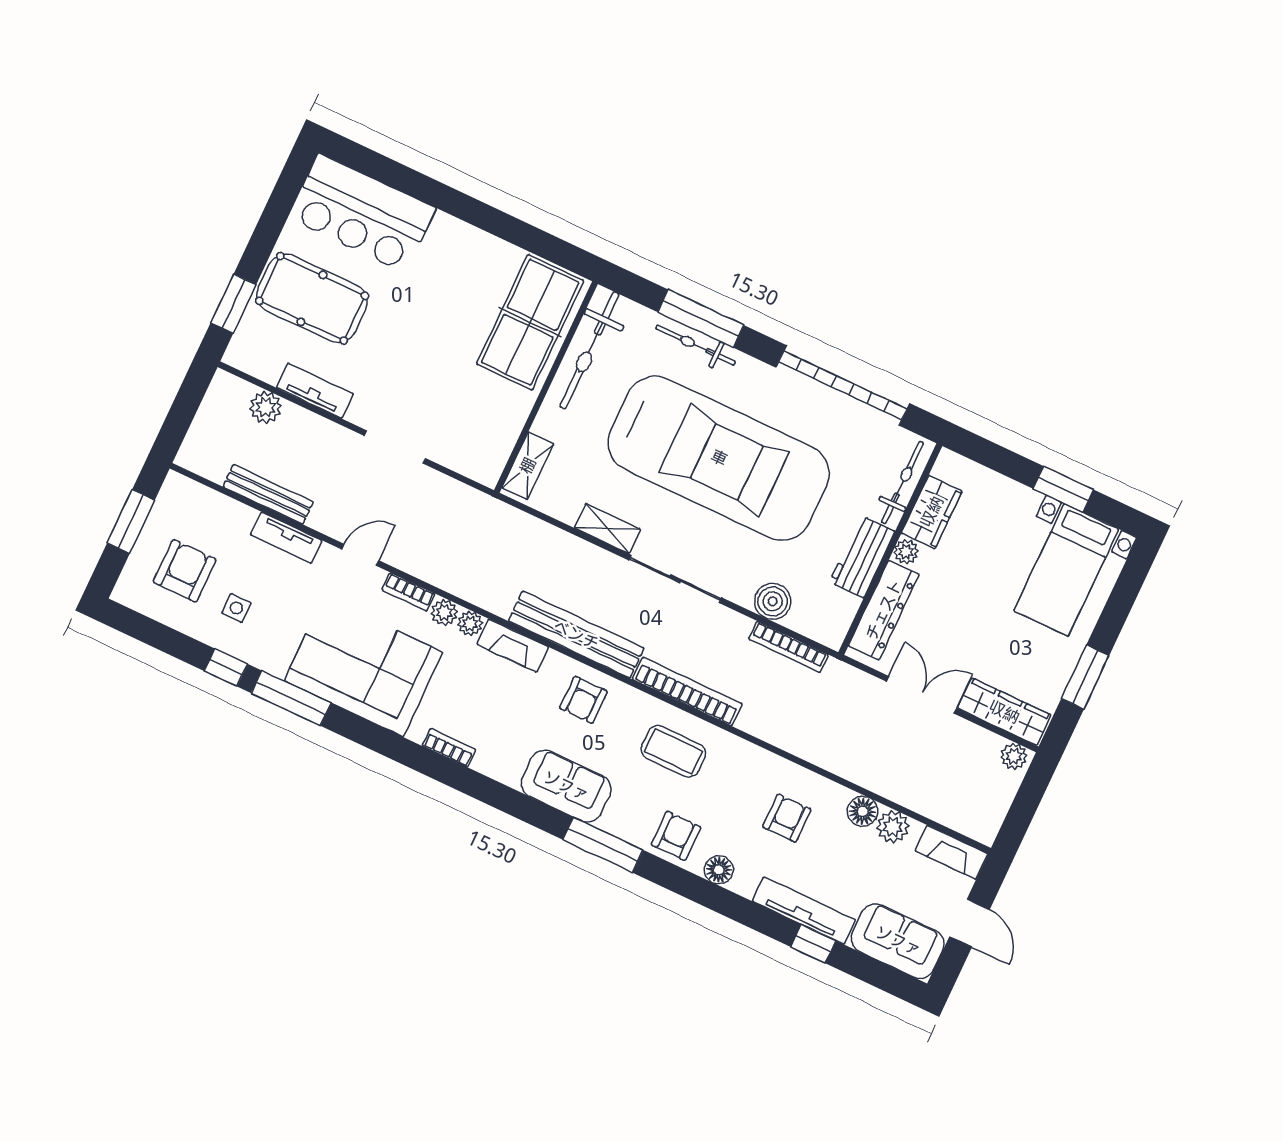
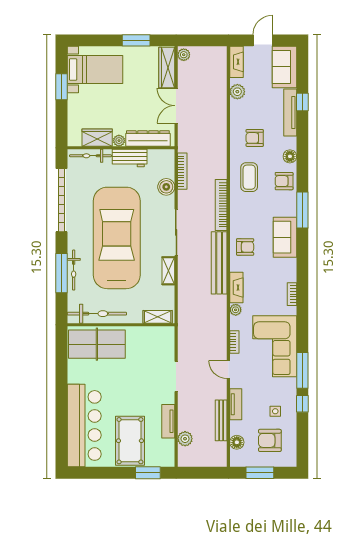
bar counter: (362, 213) -> (84, 425), width x1.36
plant: (444, 612) -> (236, 323), removed
coffee table: (673, 751) -> (249, 177), moved
floor lamp: (863, 811) -> (237, 442), moved

